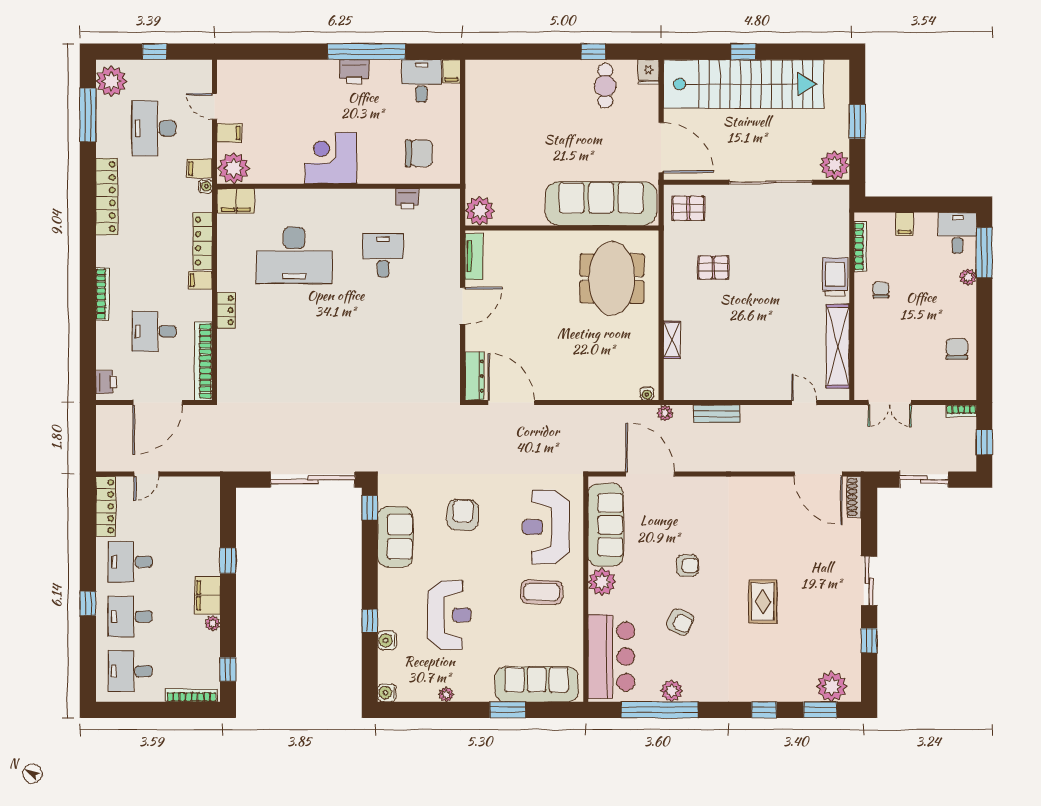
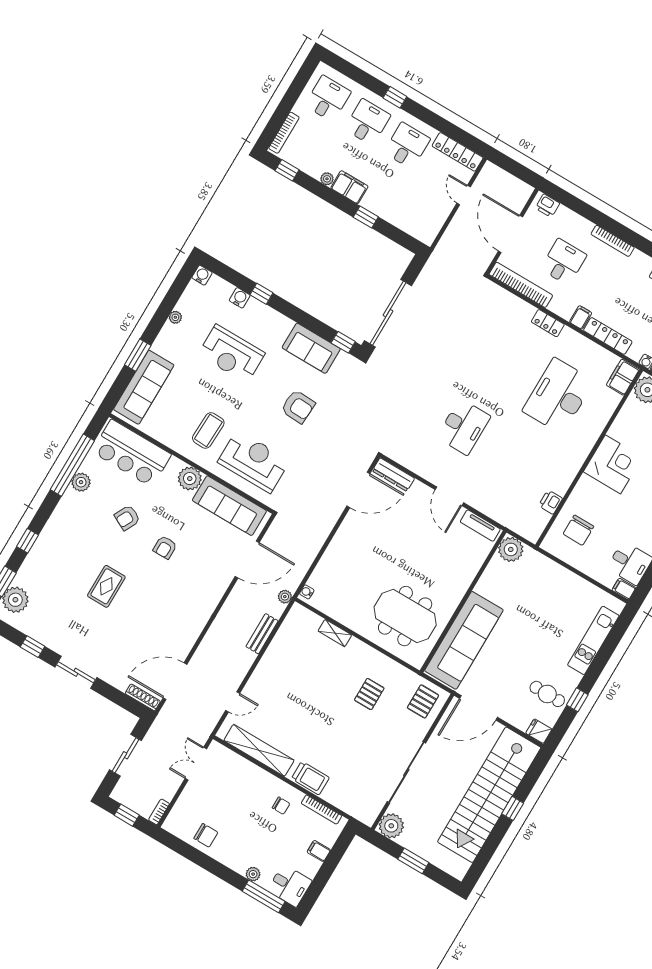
kitchen unit: (523, 71) -> (593, 640), added
desk: (383, 255) -> (464, 427), moved, width x1.37
rug: (763, 602) -> (106, 586), turned 90

